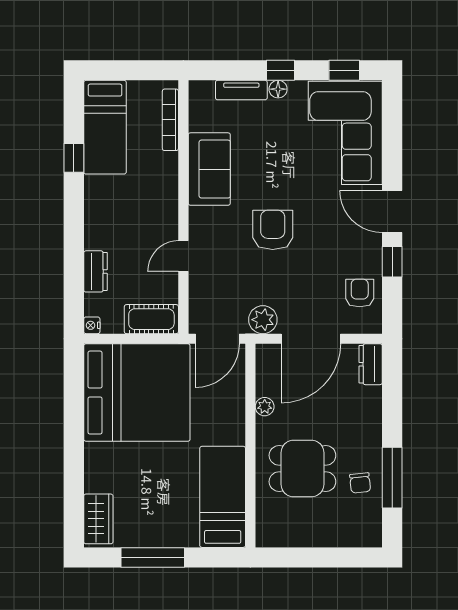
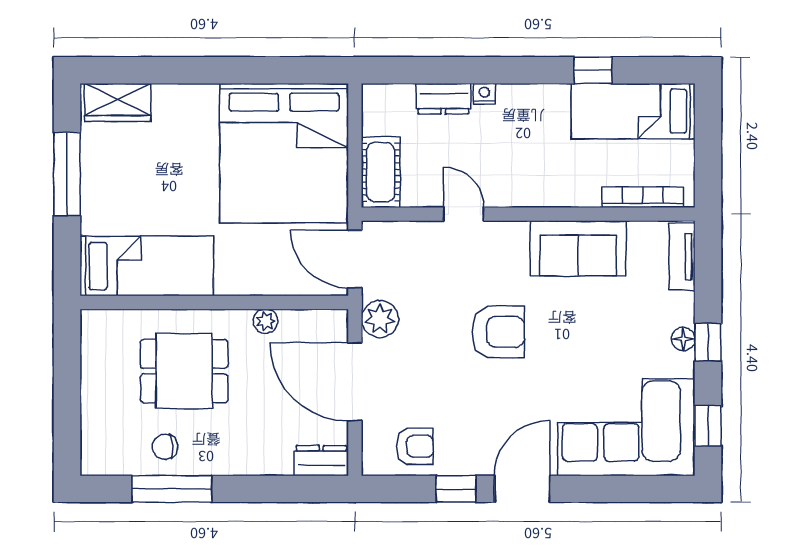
tv unit: (241, 90) -> (682, 257), moved
nightstand: (92, 325) -> (484, 94), moved
dining table: (302, 468) -> (184, 371), turned 90

